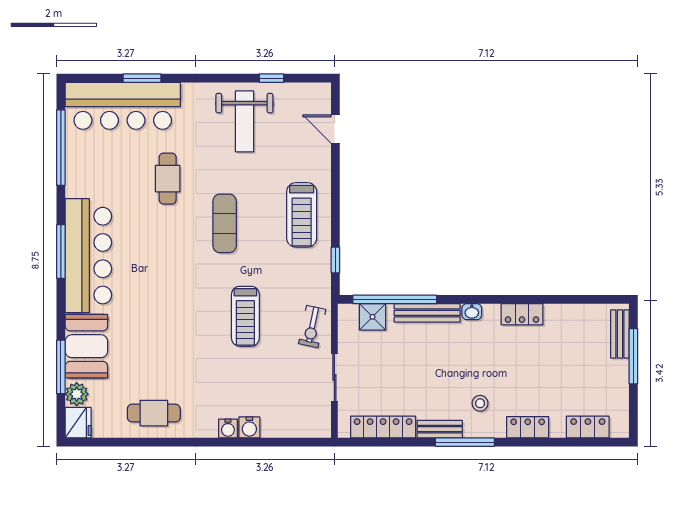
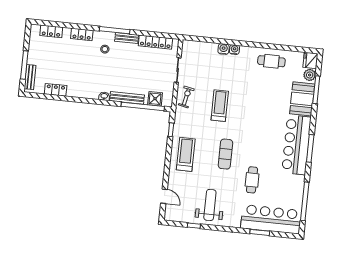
locker: (522, 314) -> (56, 90), moved

